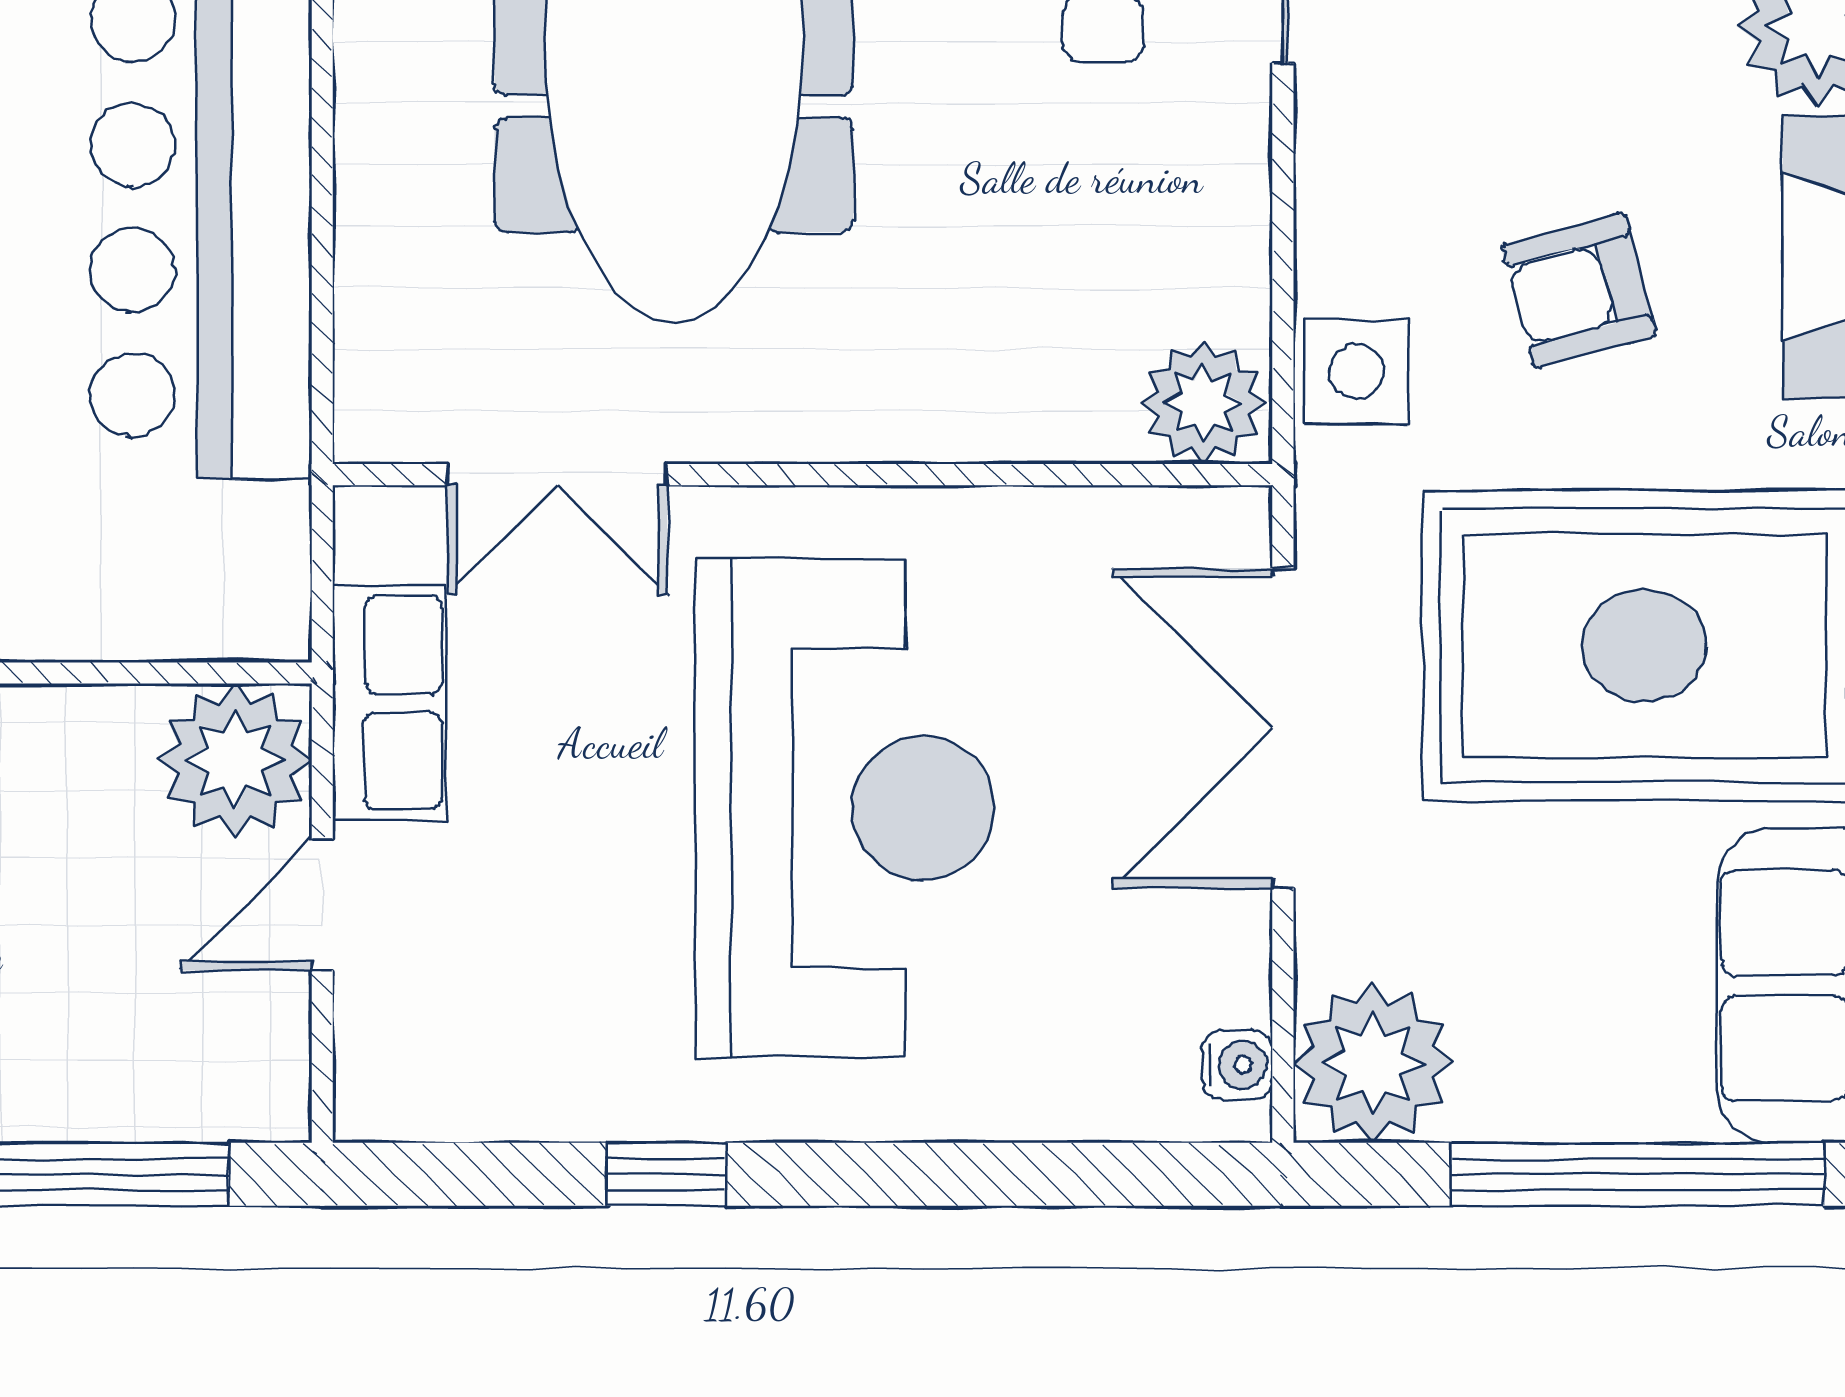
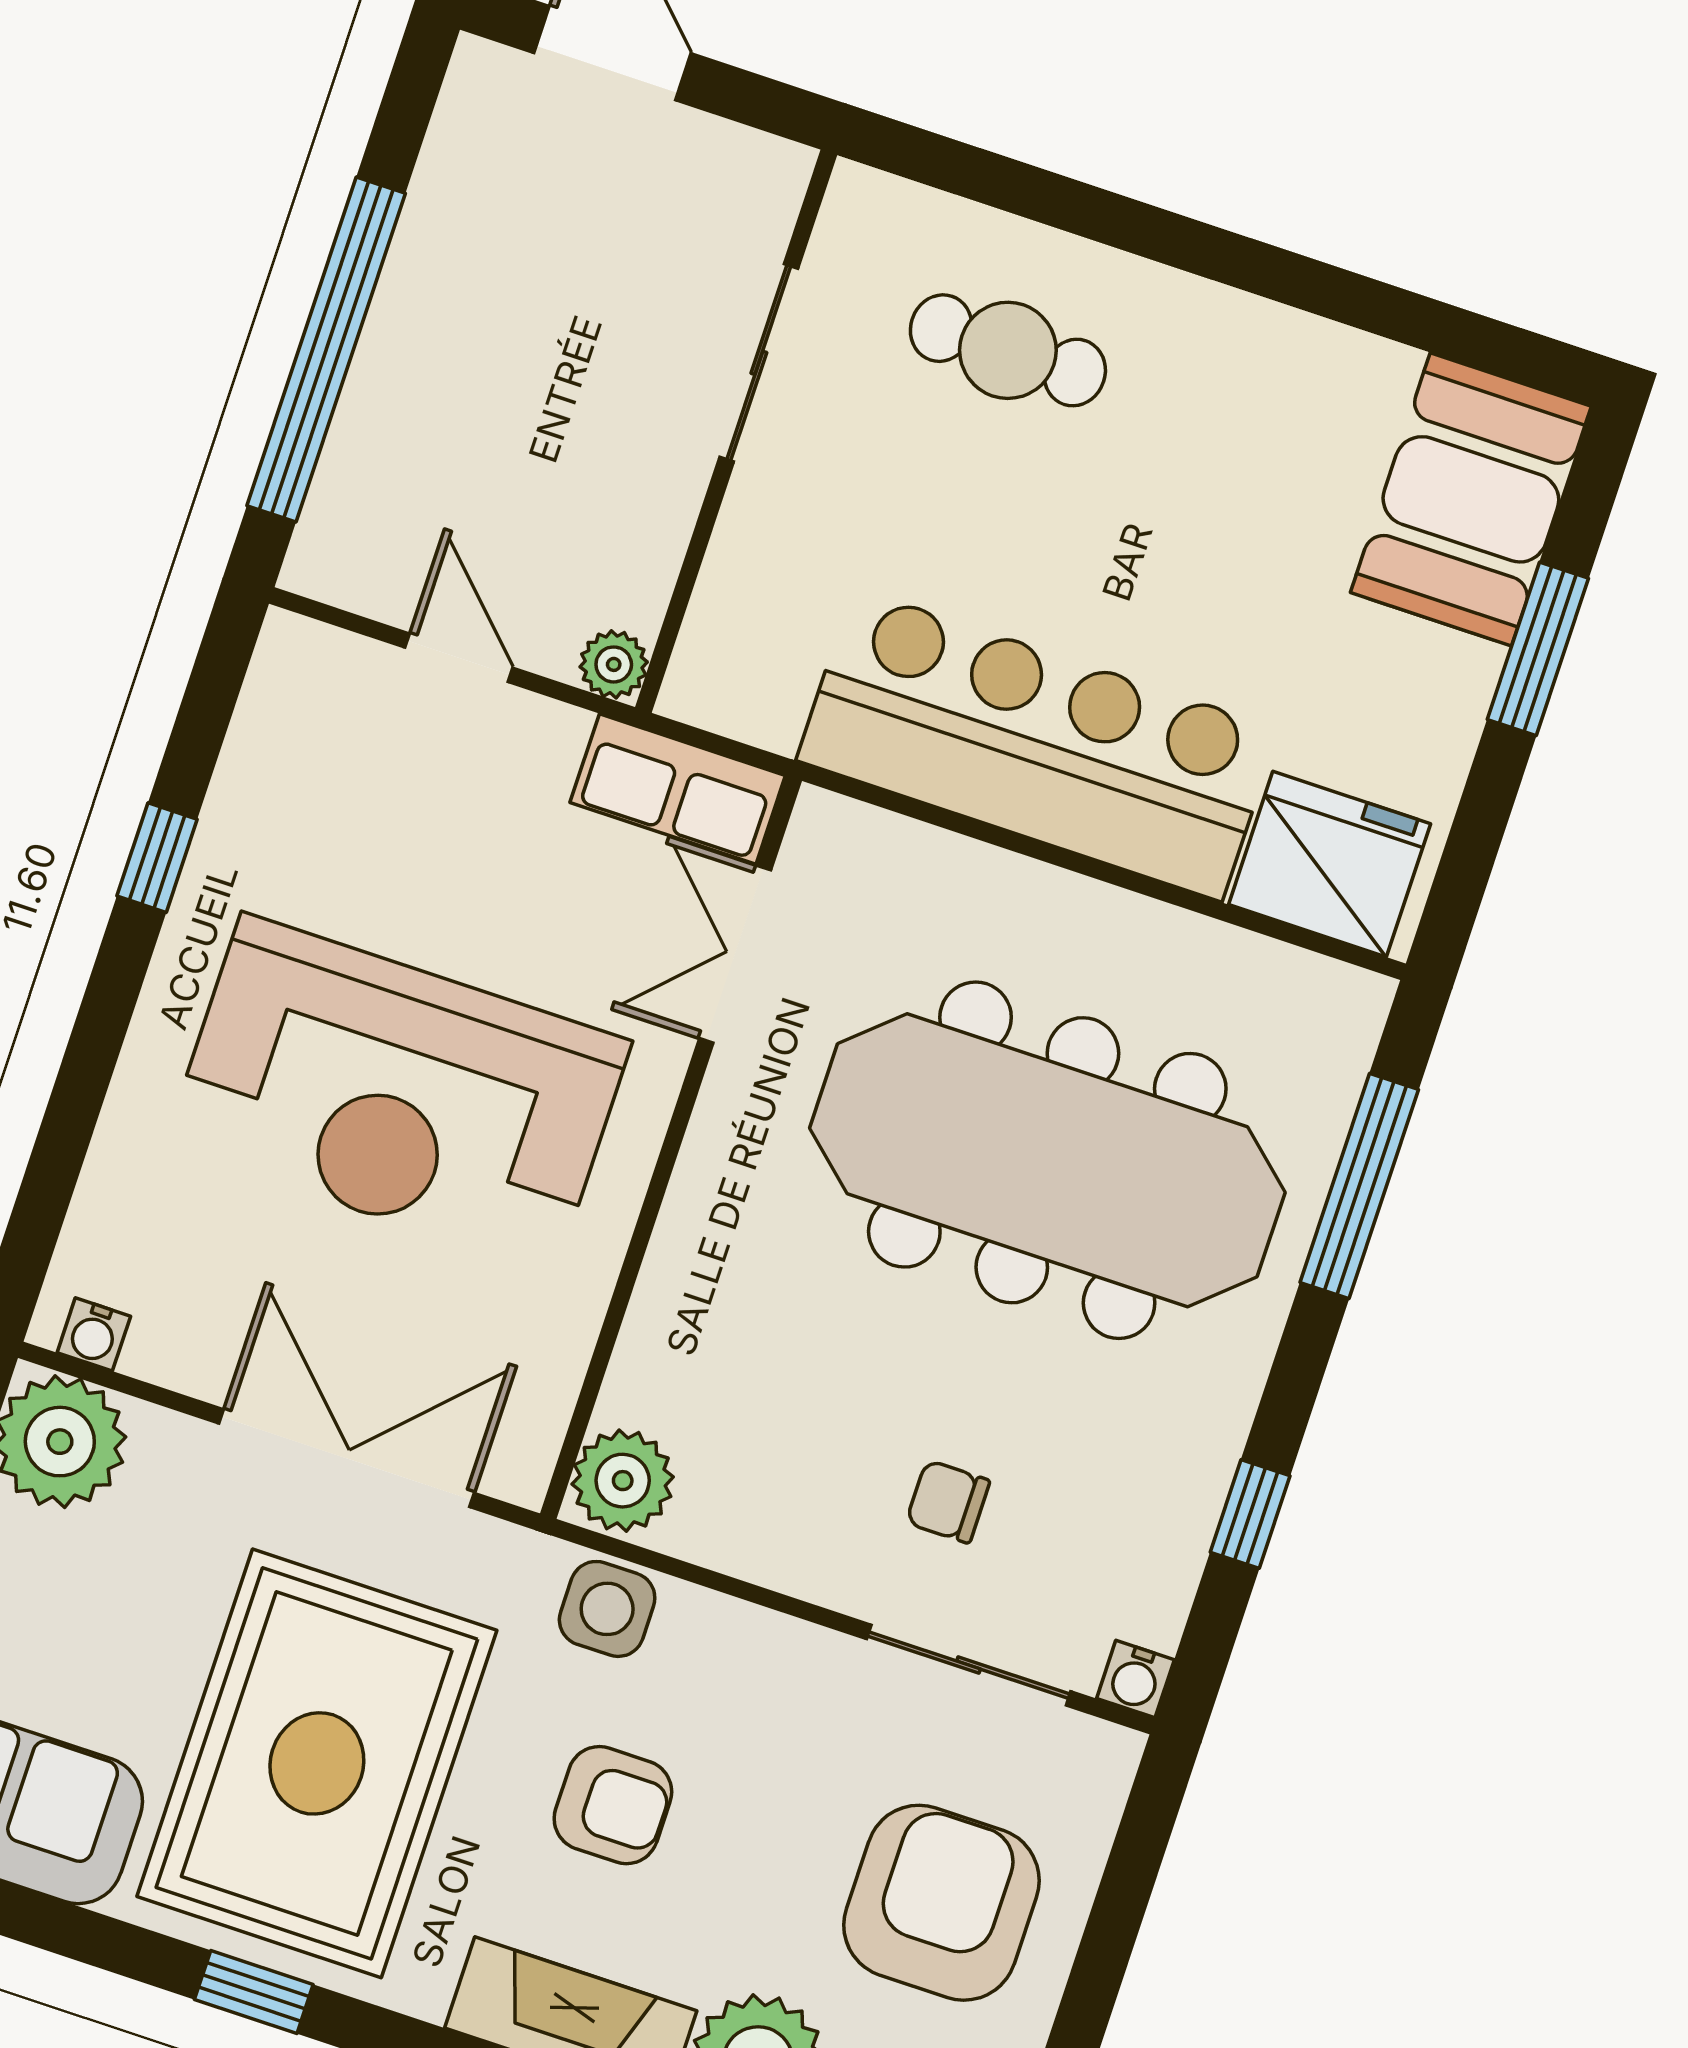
armchair: (1579, 290) -> (613, 1805), turned 105
row of seats: (389, 703) -> (678, 789), moved
plant: (235, 760) -> (614, 664), width x0.53, depth x0.53

